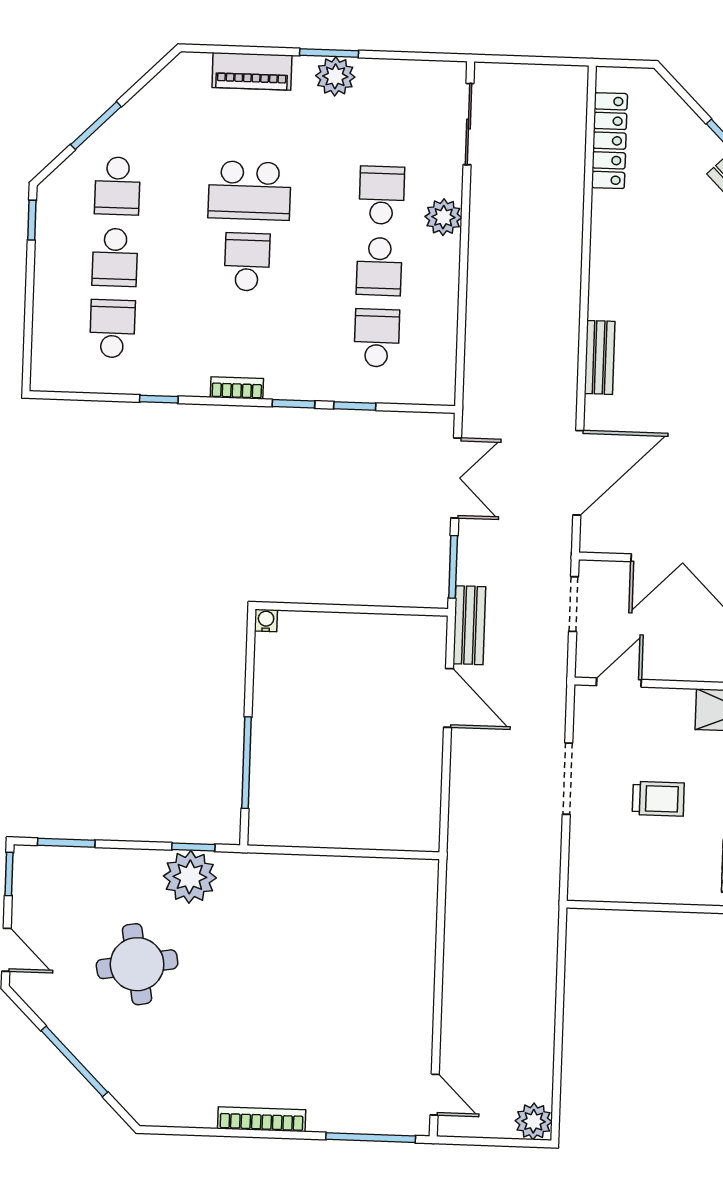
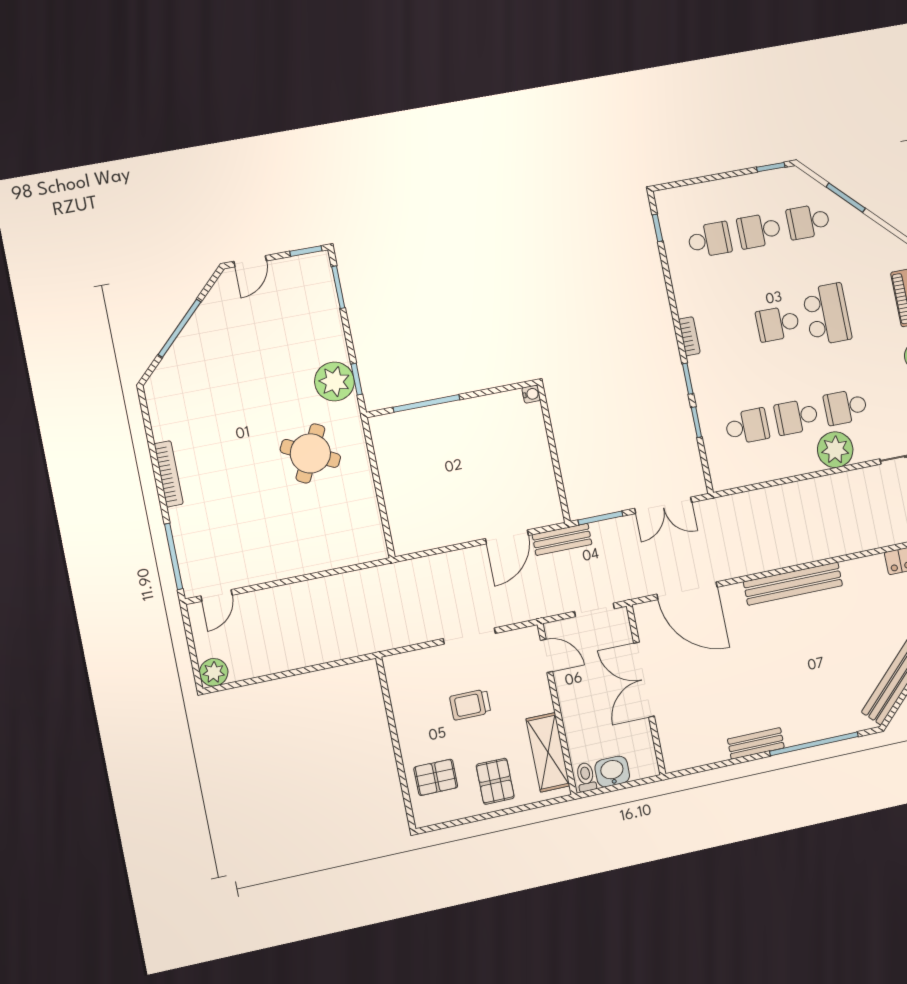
school desk: (250, 191) -> (827, 314), turned 180
school desk: (382, 195) -> (846, 407), turned 180
plant: (443, 217) -> (835, 450), width x1.36, depth x1.36
school desk: (247, 262) -> (778, 324), turned 180
bench: (600, 357) -> (793, 584), width x1.86, depth x1.21
window: (159, 399) -> (657, 228), moved
trolley: (658, 799) -> (470, 705), turned 90
round table: (137, 964) -> (310, 453), moved, turned 37

